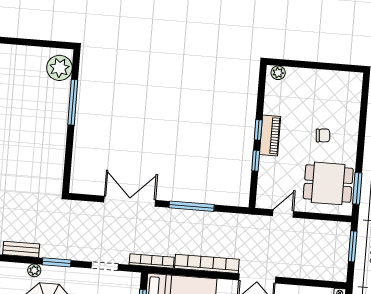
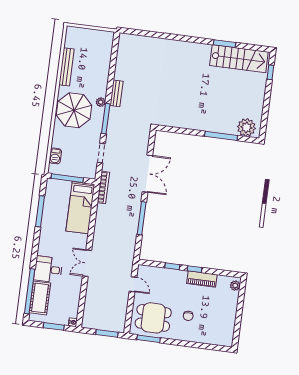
piano: (270, 135) -> (202, 279), moved
dining table: (328, 183) -> (153, 318), turned 90
window: (57, 262) -> (106, 119), width x1.44
bookcase: (207, 264) -> (99, 227), removed

